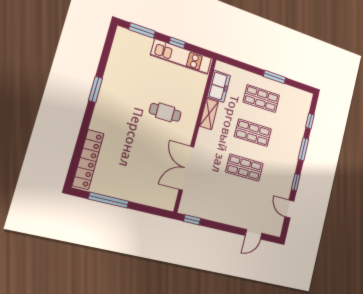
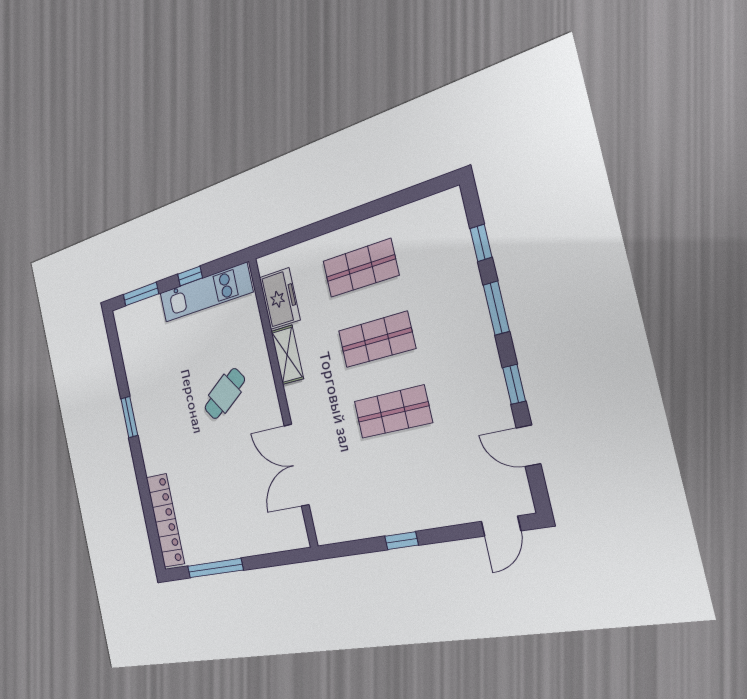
window: (275, 77) -> (365, 212), removed
cafe table: (165, 112) -> (225, 394), turned -35
window: (192, 220) -> (401, 541), moved
door: (254, 234) -> (501, 526), moved

